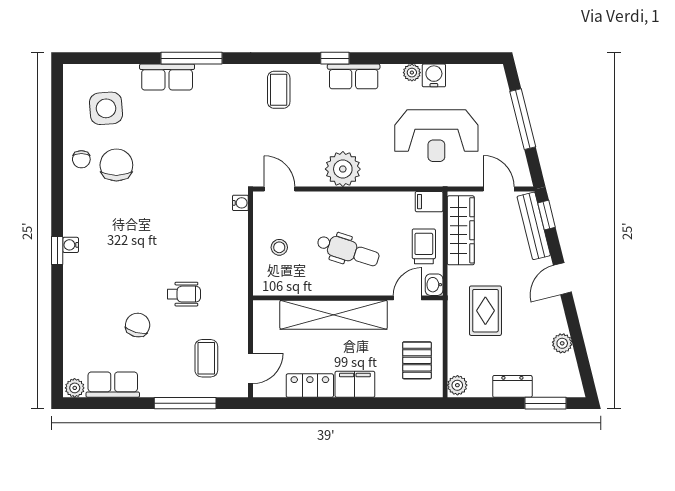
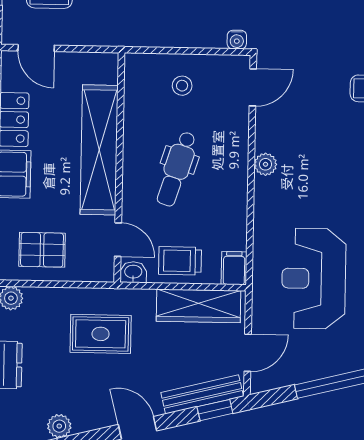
plant: (343, 169) -> (266, 164), width x0.53, depth x0.53
trolley: (424, 246) -> (180, 261), turned 180

